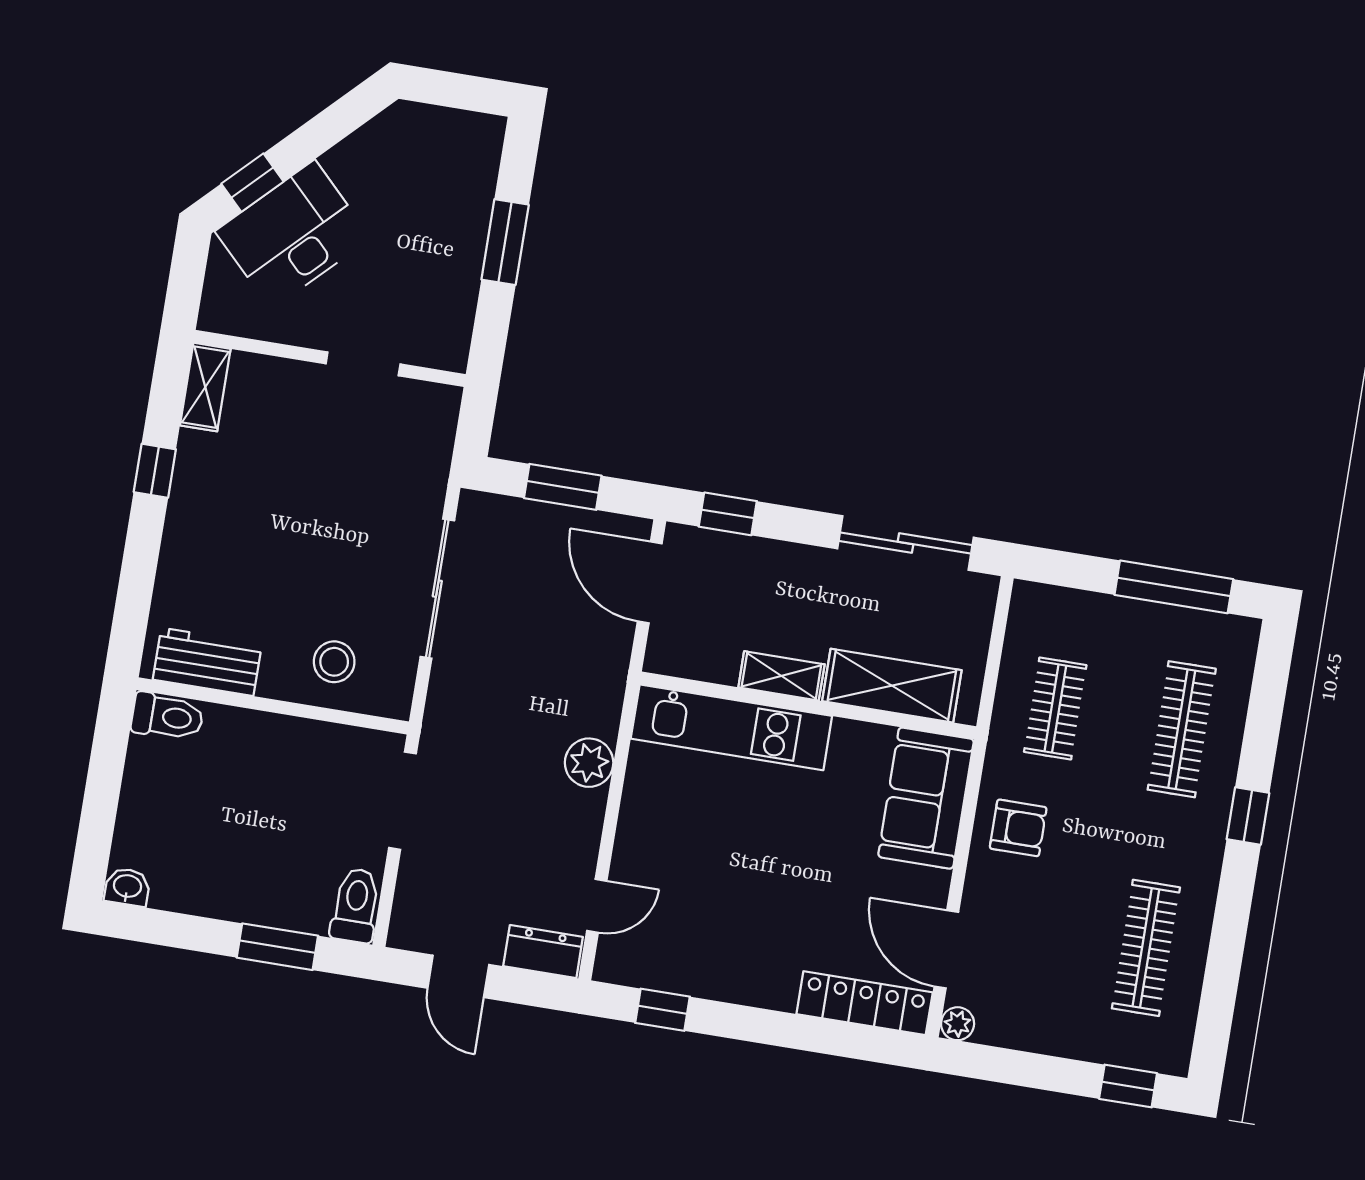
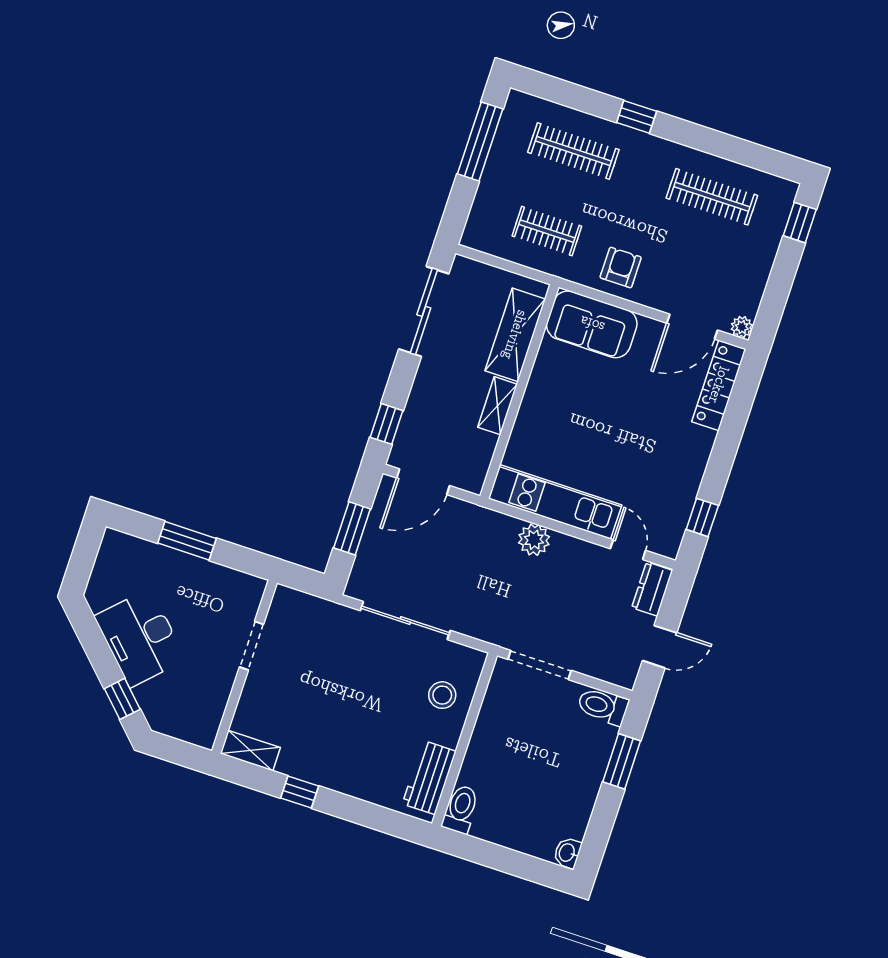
desk: (293, 235) -> (140, 638), moved
kitchen unit: (731, 727) -> (555, 502), moved, turned -90

